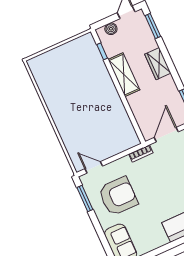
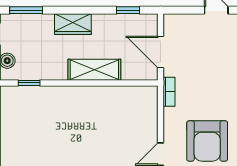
shelving: (124, 75) -> (94, 70), moved
armchair: (118, 196) -> (207, 141), turned 180

